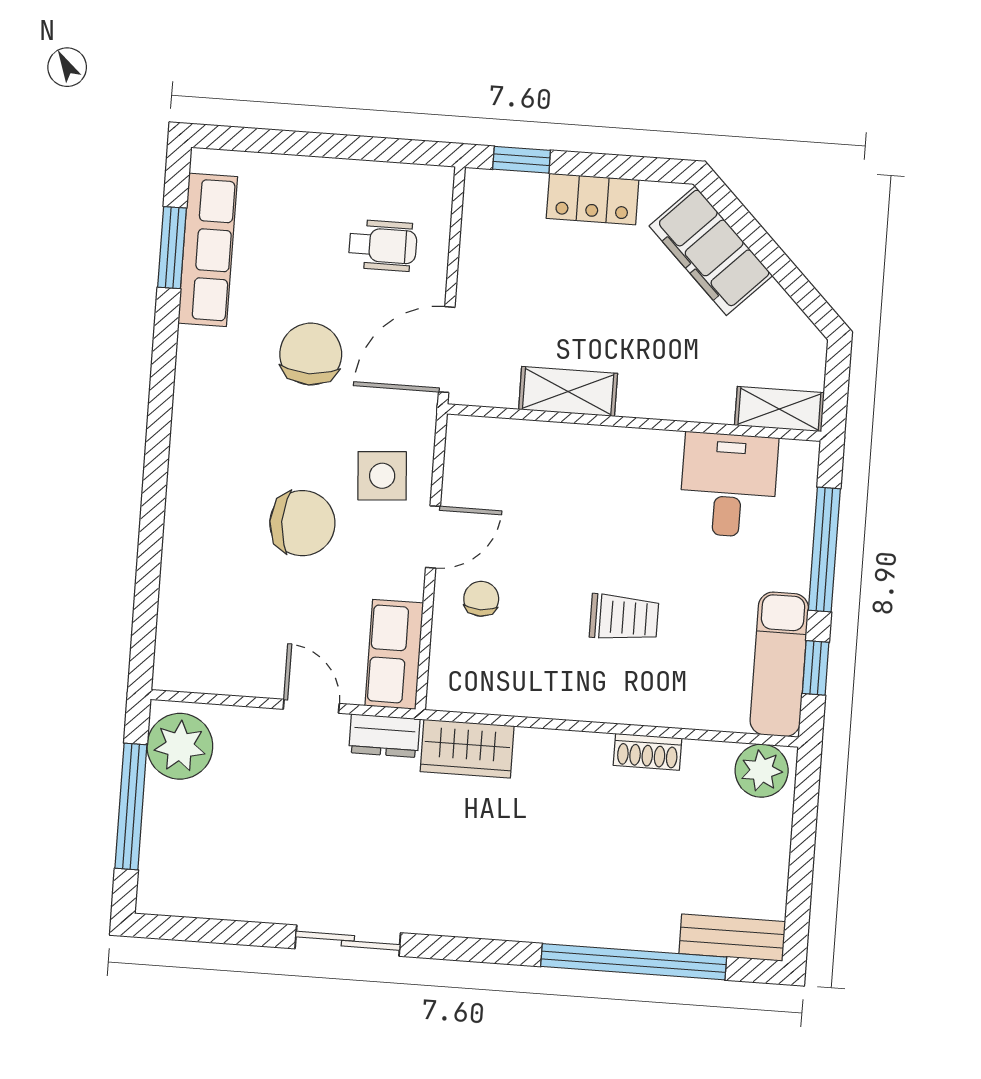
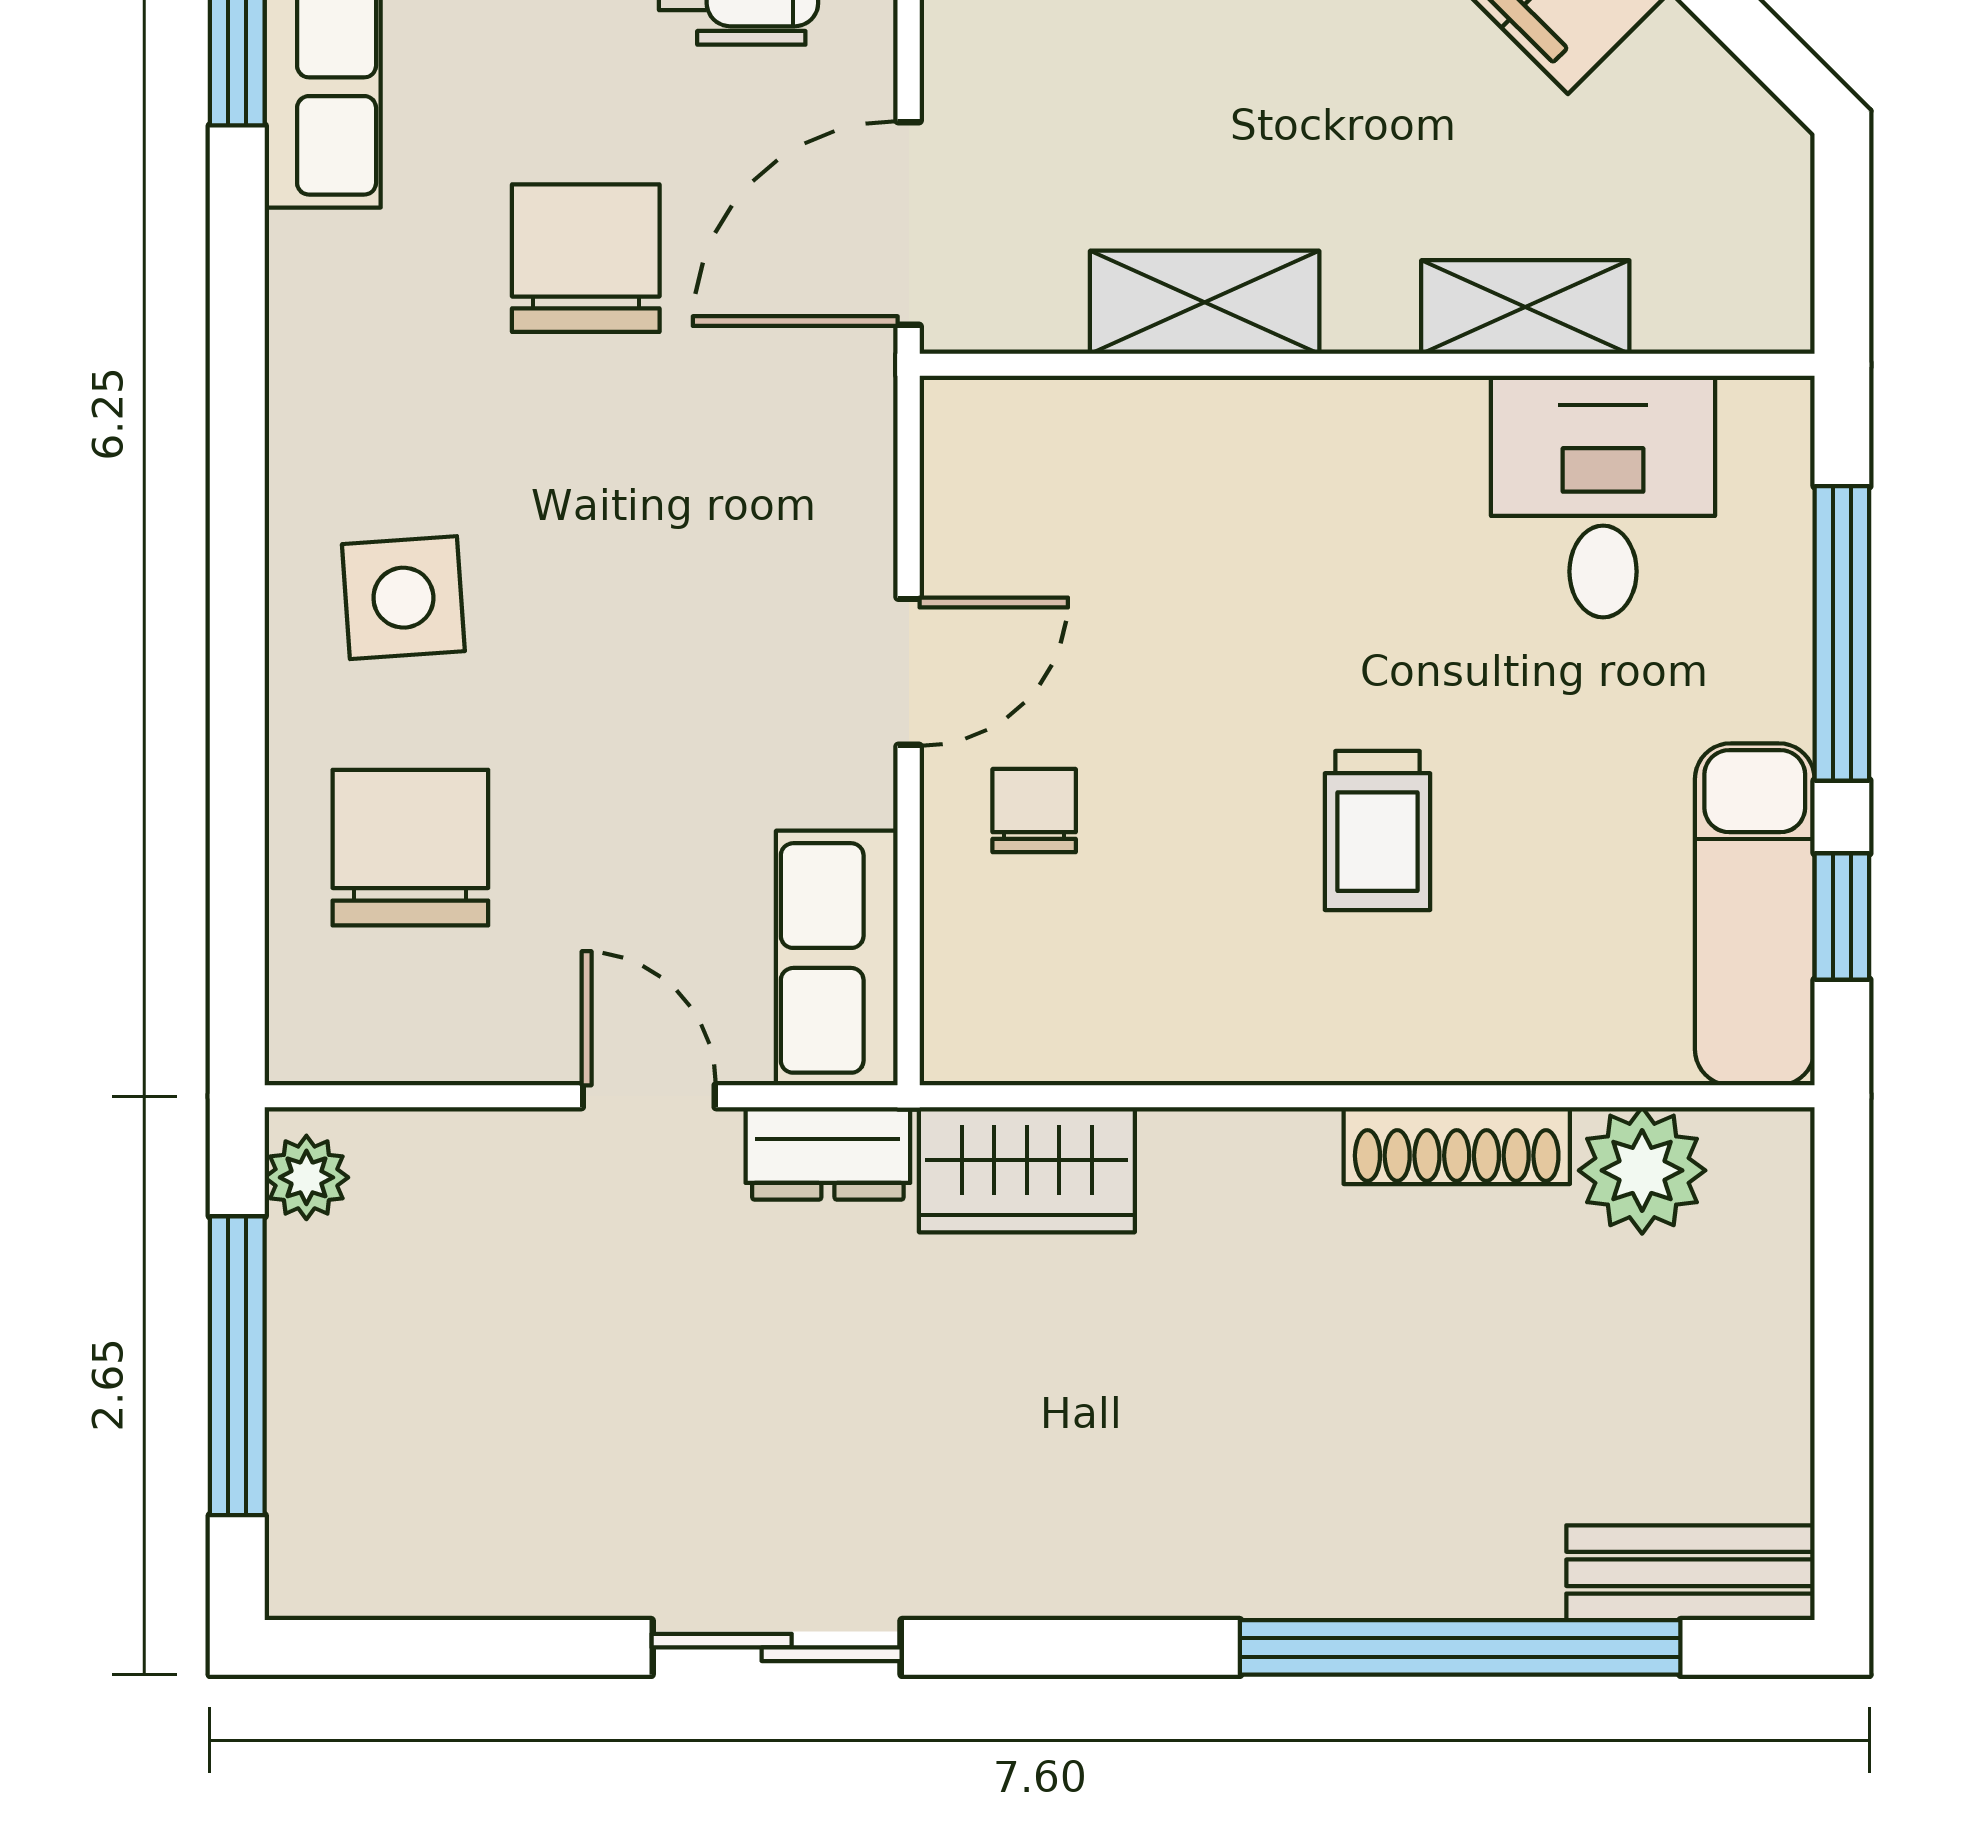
shelving: (779, 409) -> (1525, 307), moved
side table: (382, 476) -> (403, 598), moved
chair: (302, 523) -> (410, 848), moved, turned -90
trolley: (624, 618) -> (1378, 831), turned 90
plant: (180, 746) -> (306, 1177), width x0.53, depth x0.53
shoe rack: (648, 752) -> (1457, 1146), width x1.43
plant: (762, 771) -> (1642, 1170), moved

